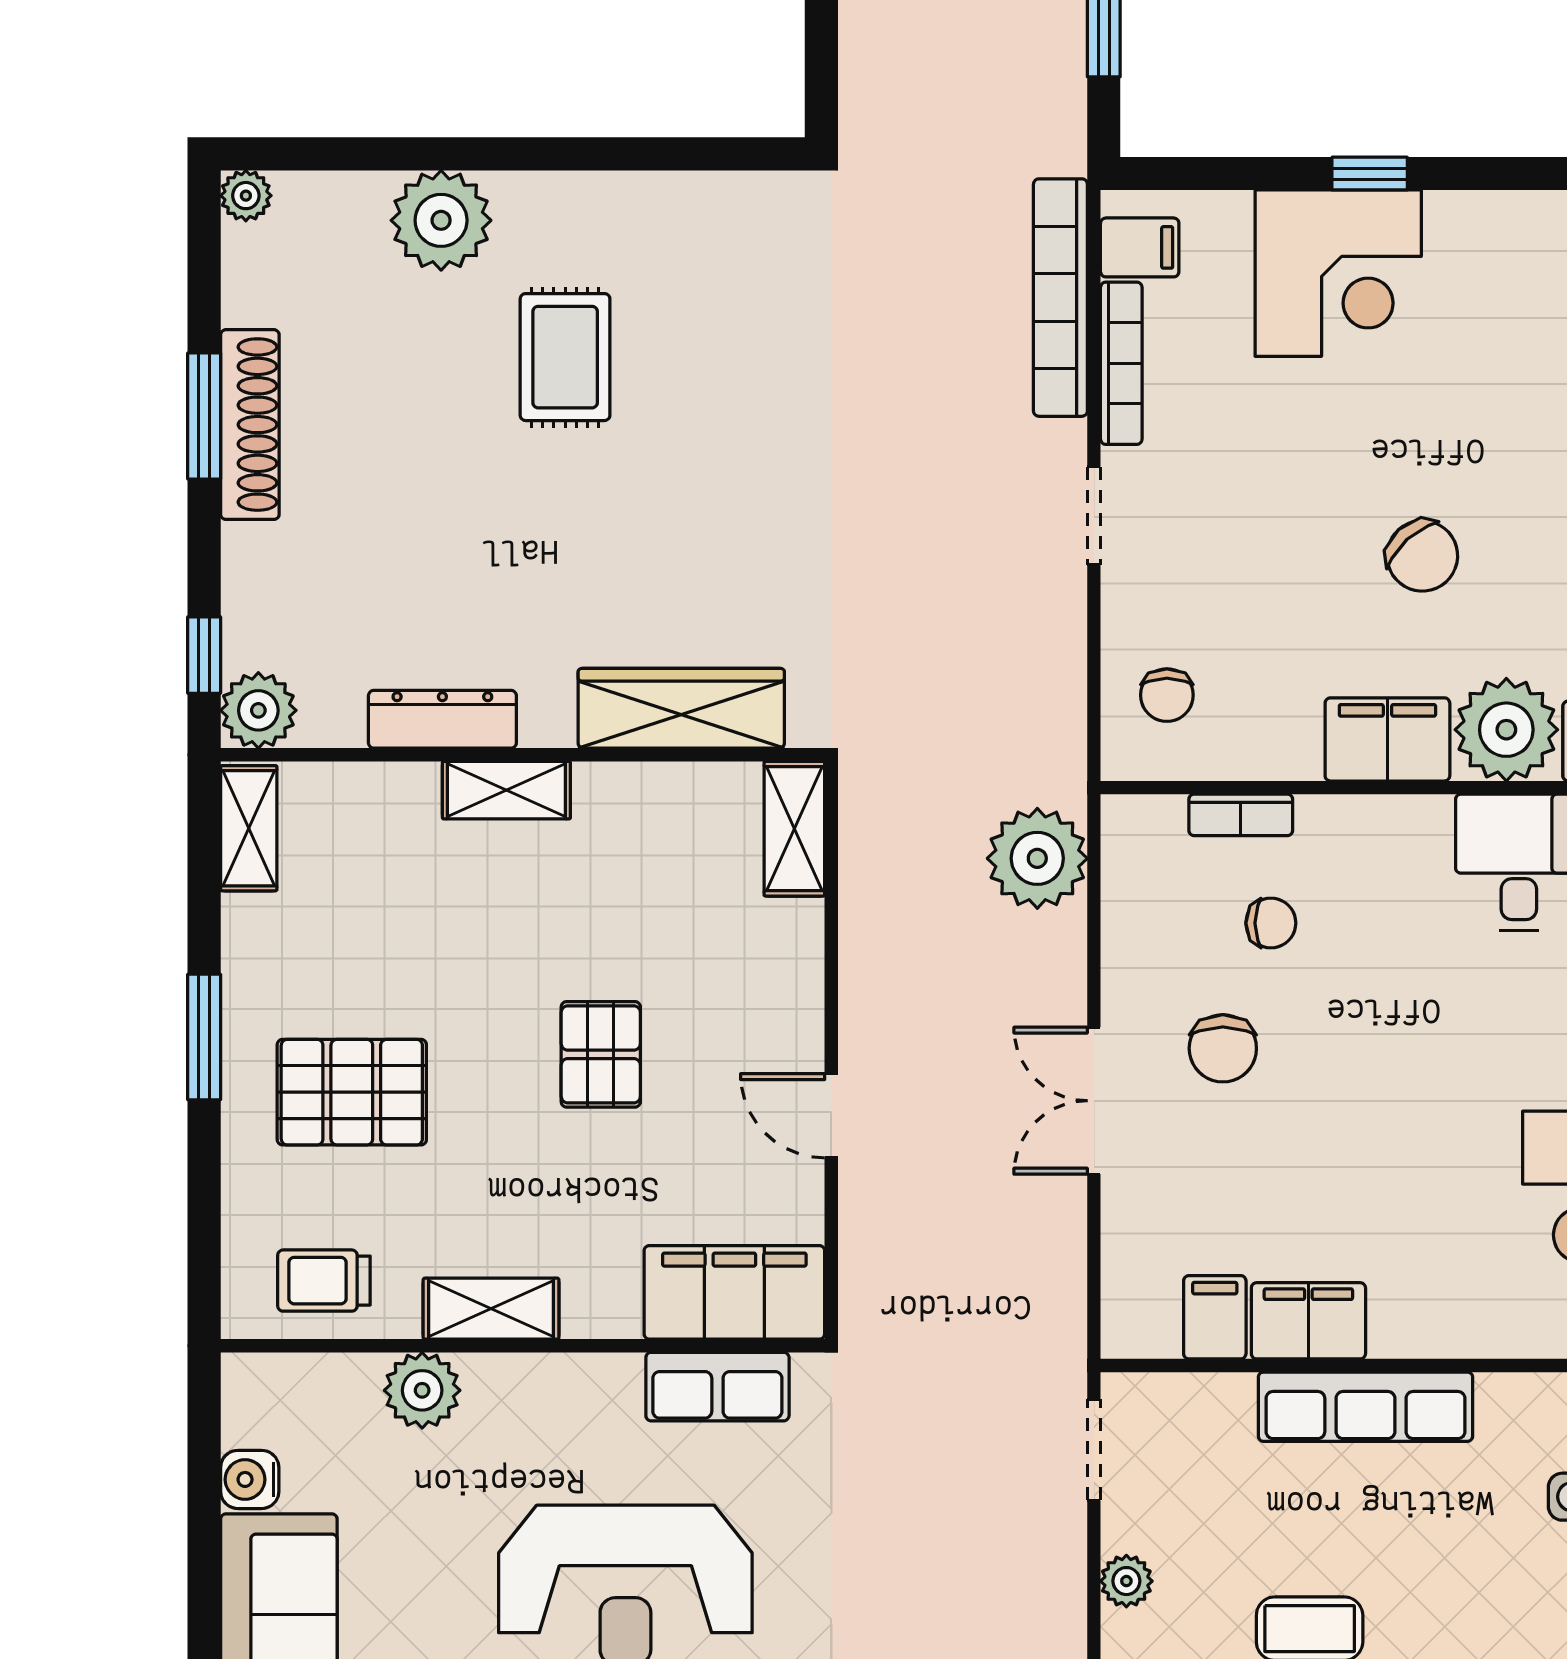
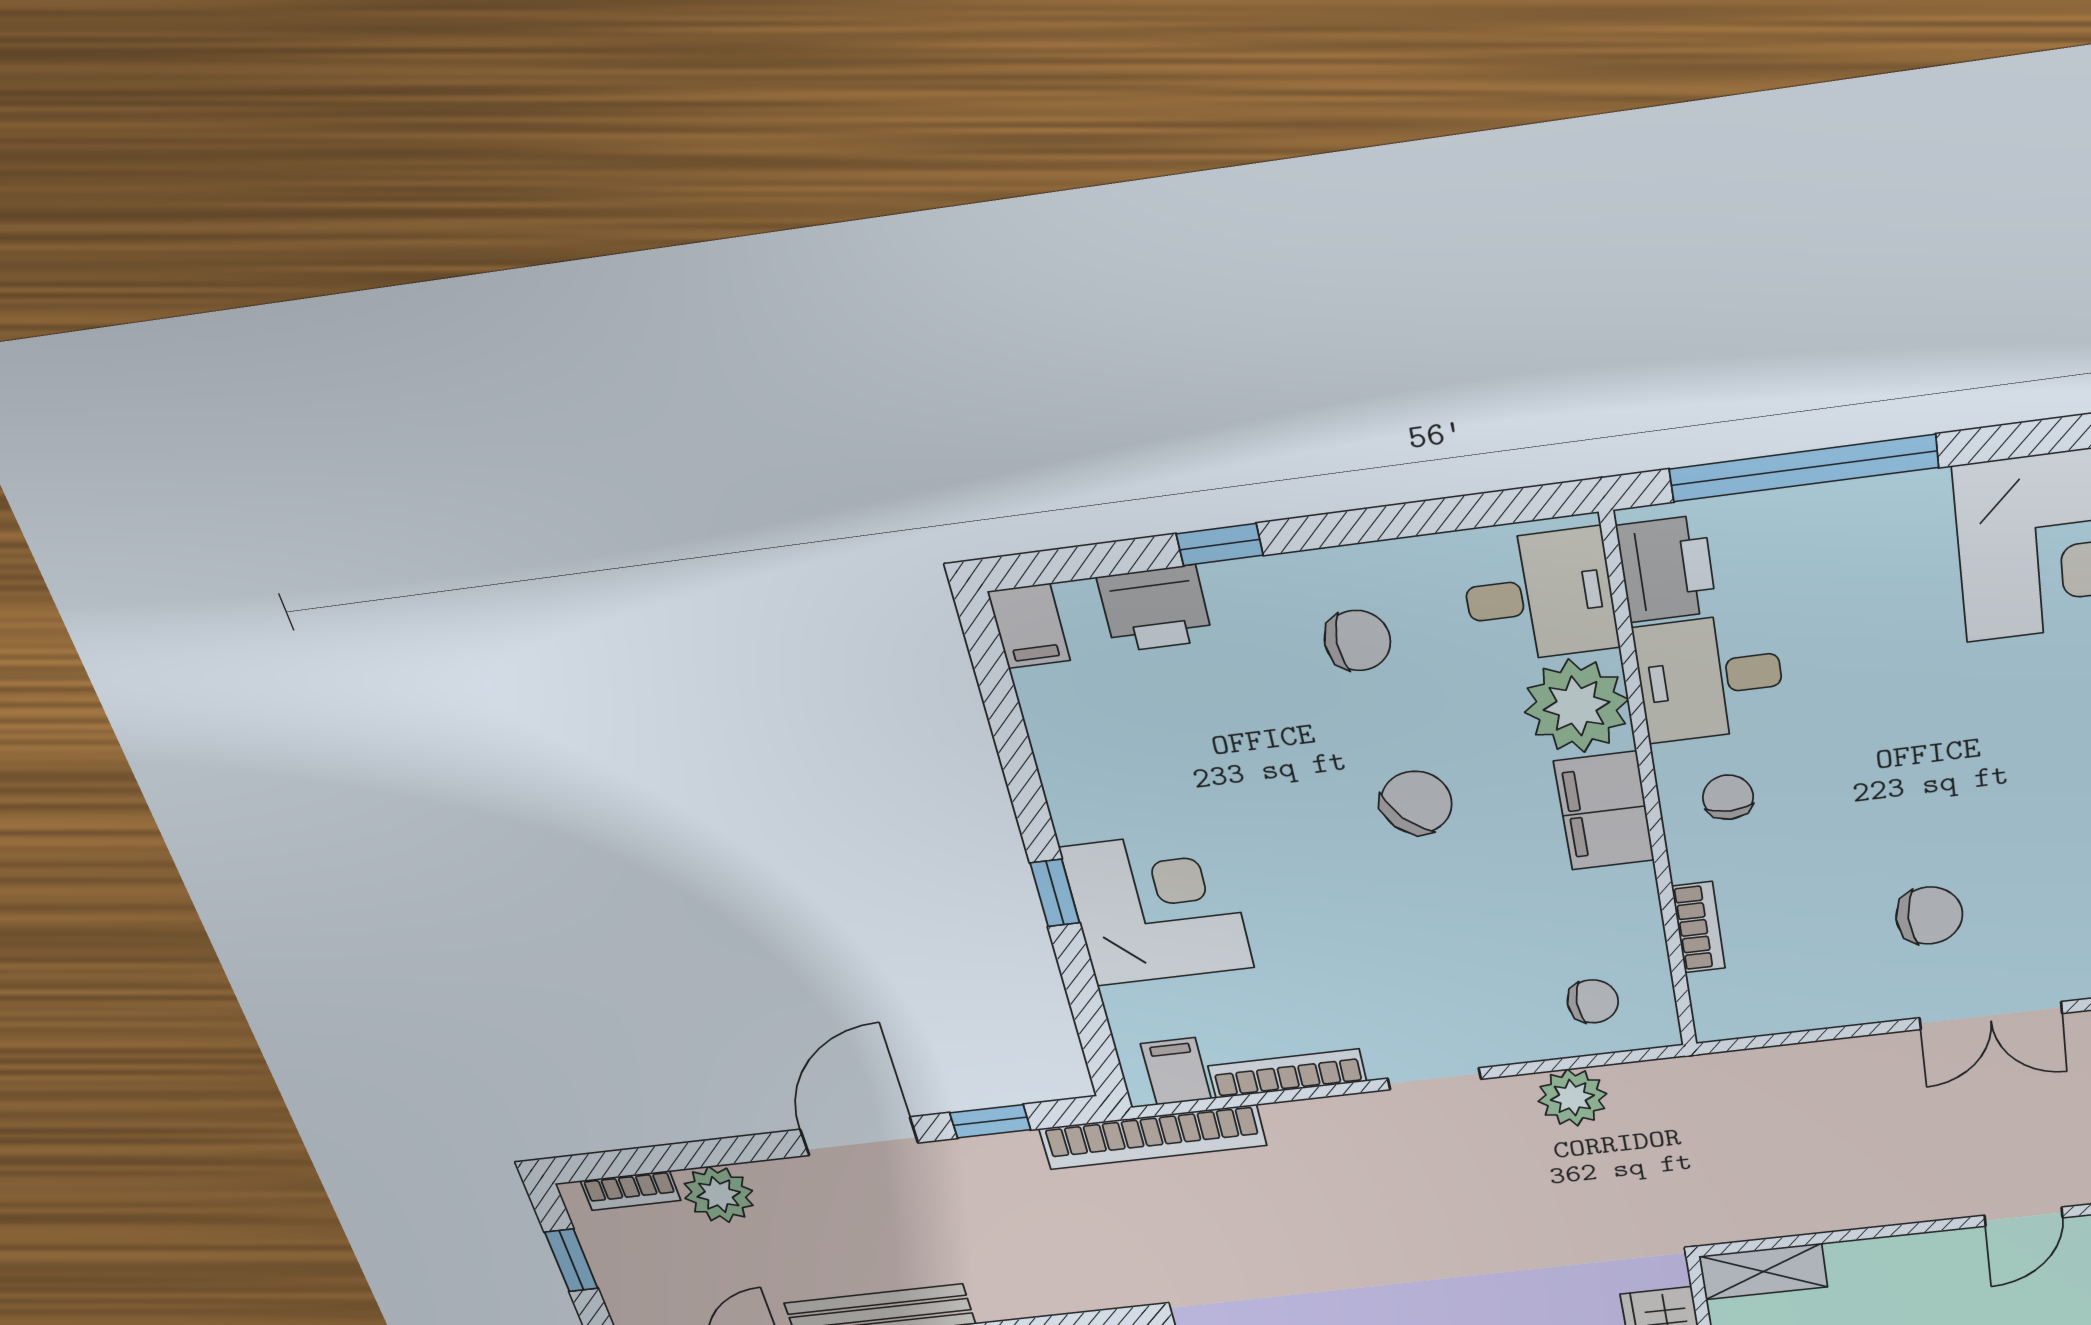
bookcase: (1060, 298) -> (1153, 1137), moved
plant: (1037, 858) -> (1572, 1098), moved, width x0.73, depth x0.73
chair: (1271, 923) -> (1728, 797), moved

